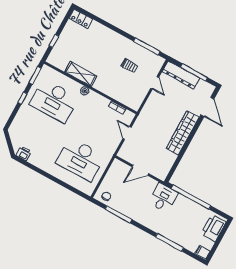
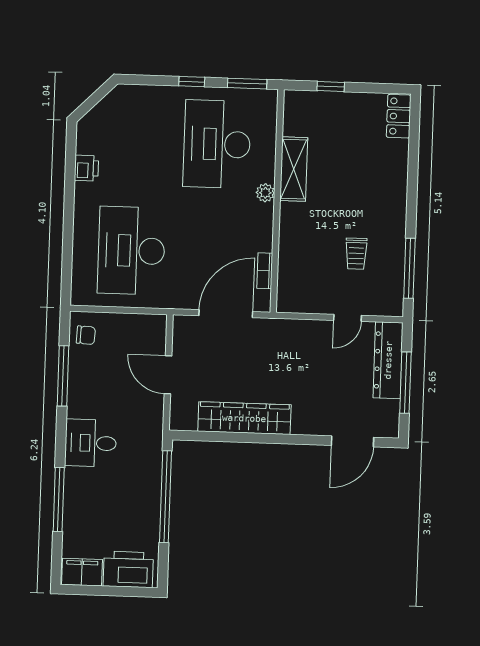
door: (127, 133) -> (226, 314), width x1.87
wardrobe: (183, 133) -> (244, 418), moved
printer: (24, 153) -> (86, 168), moved
desk: (163, 198) -> (91, 443), moved, turned 180
filing cabinet: (203, 252) -> (82, 572), width x2.00

